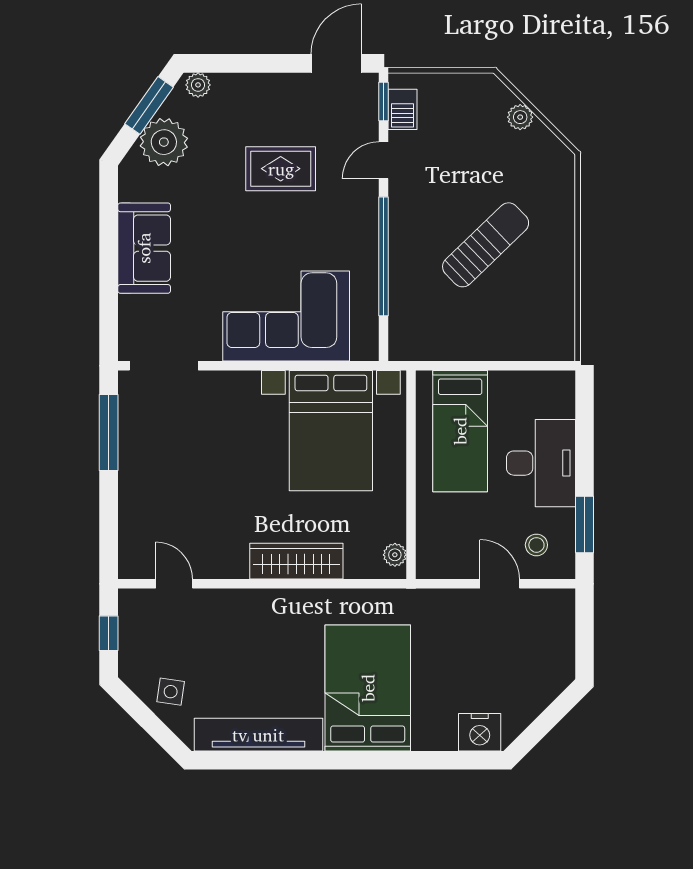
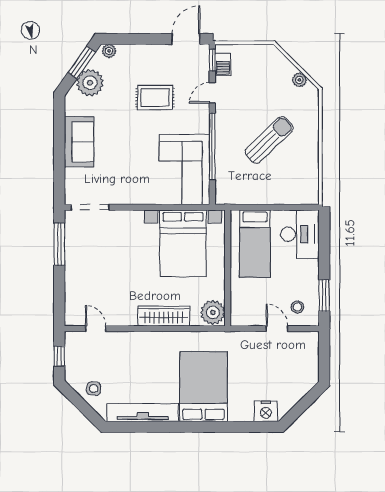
plant: (520, 117) -> (299, 80), moved
corner sofa: (286, 316) -> (185, 169), moved, turned -90
desk: (541, 463) -> (300, 234), moved
plant: (395, 555) -> (213, 312), width x1.88, depth x1.88

